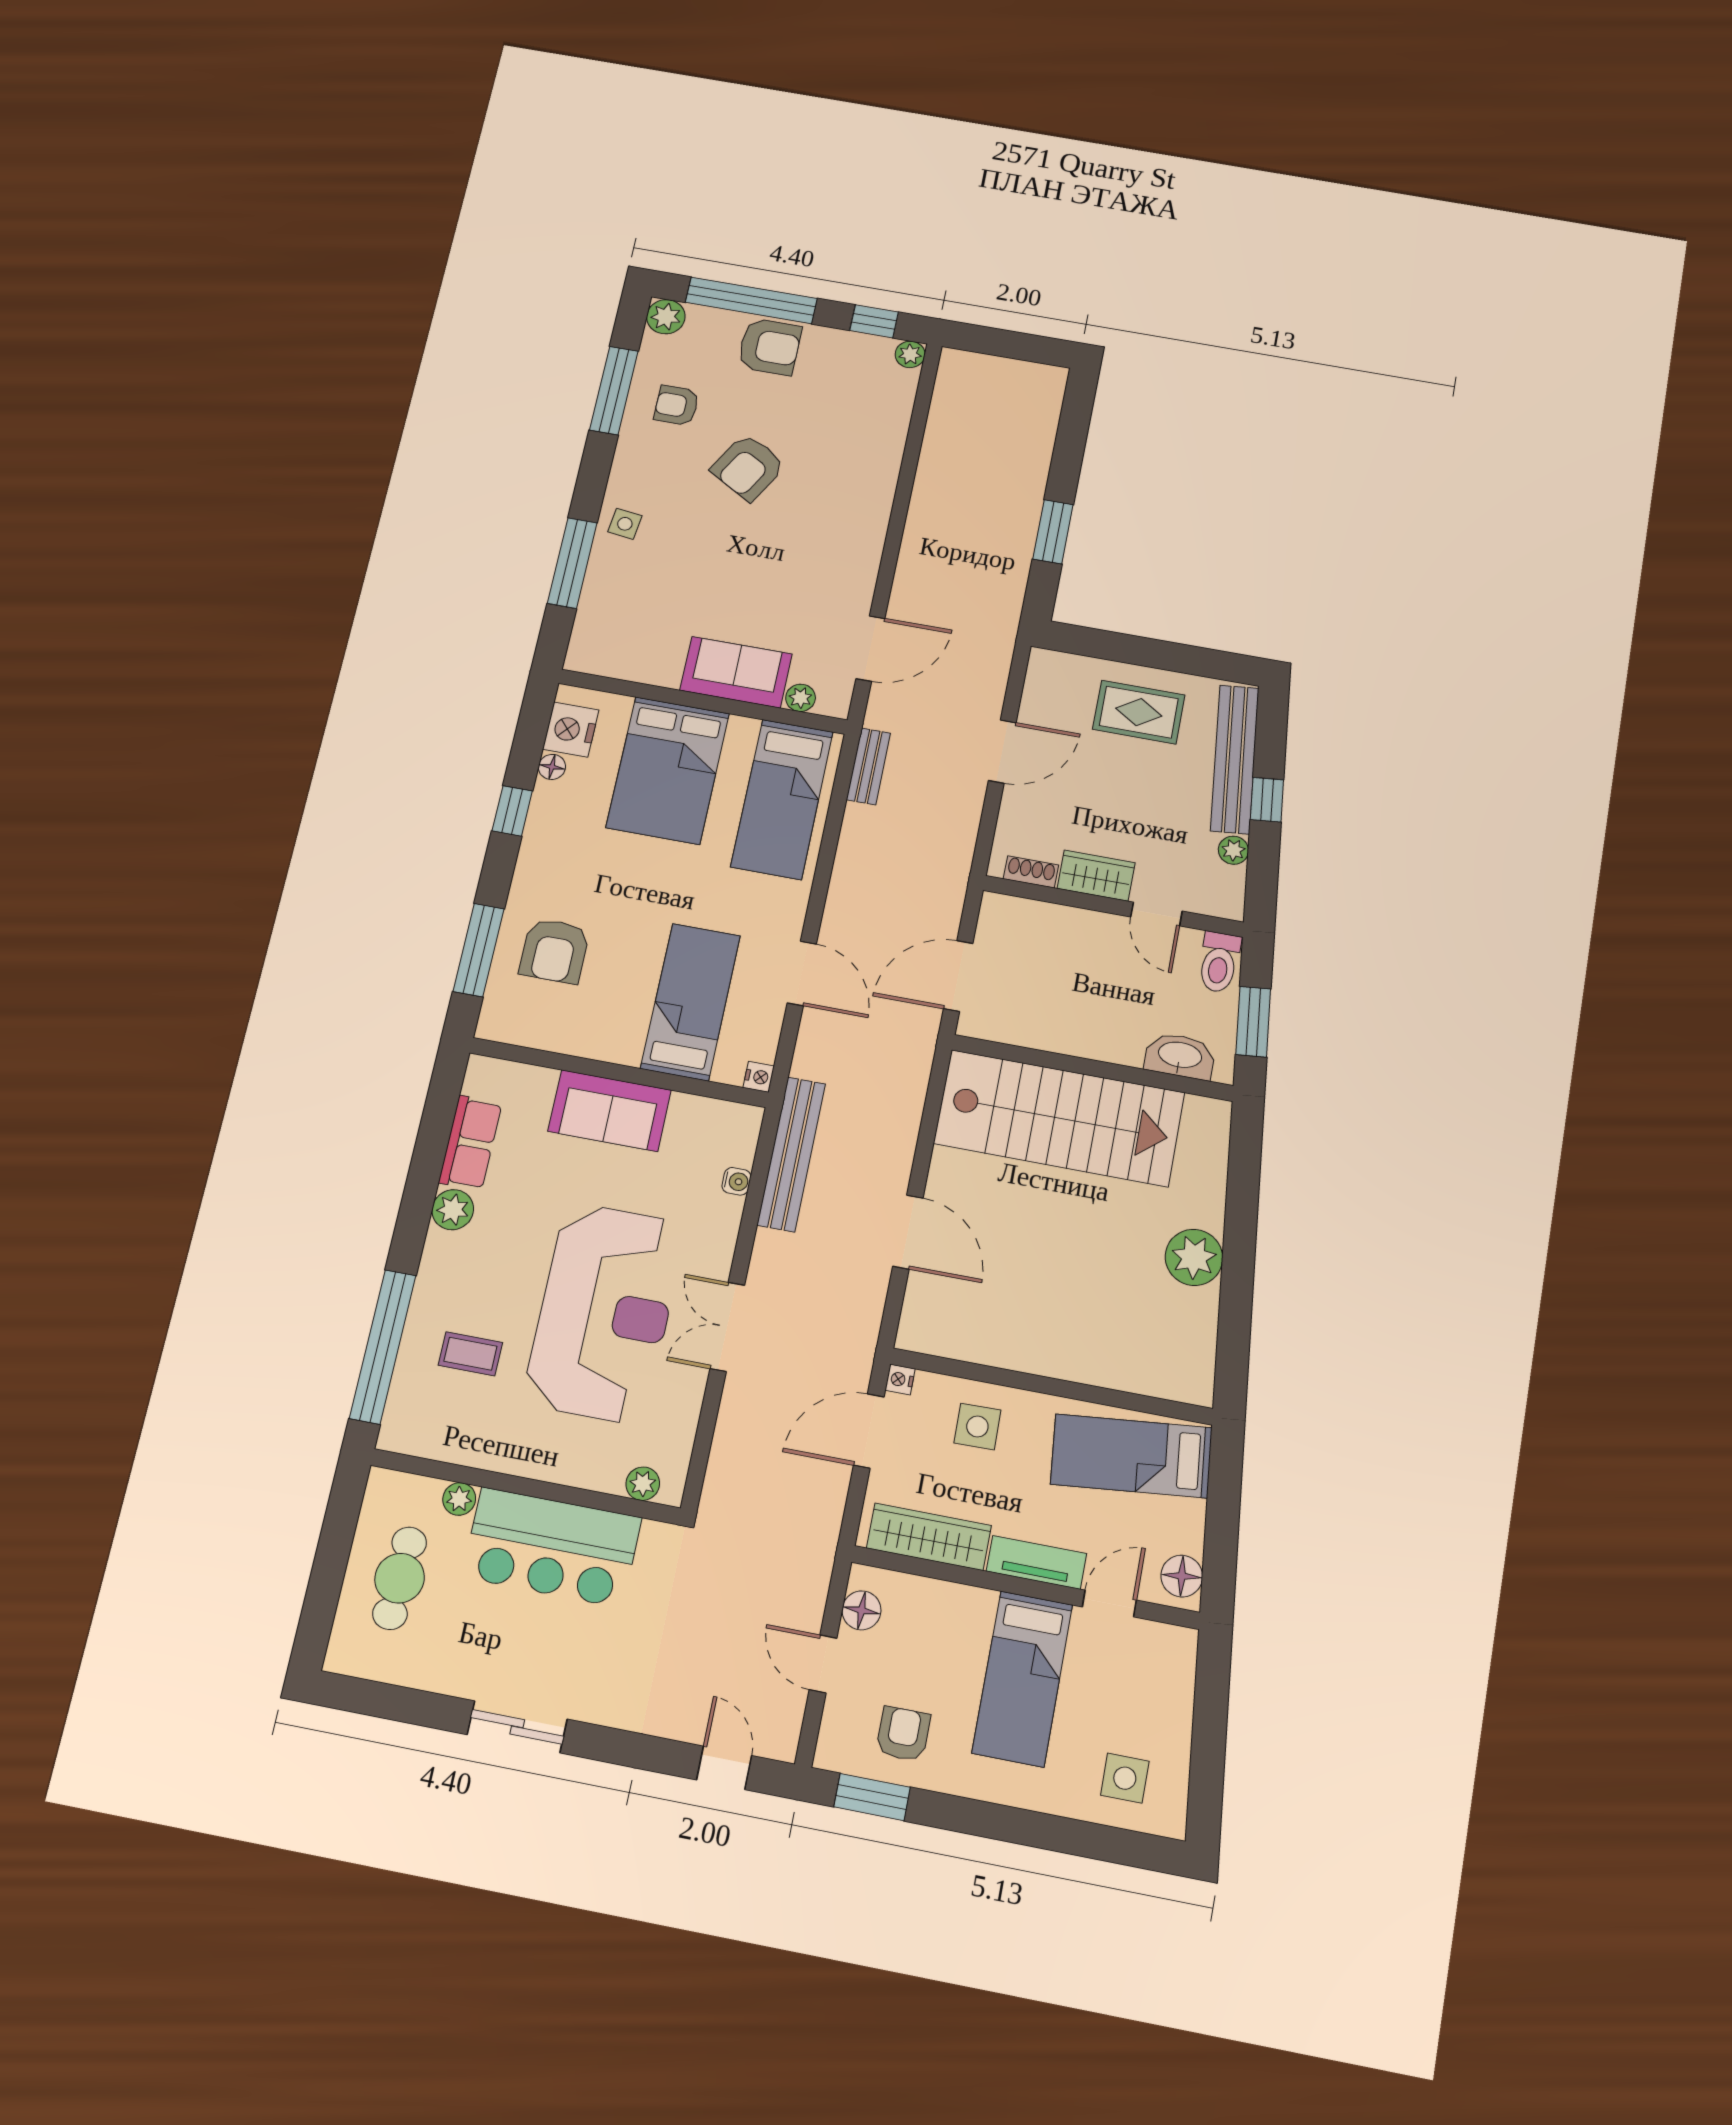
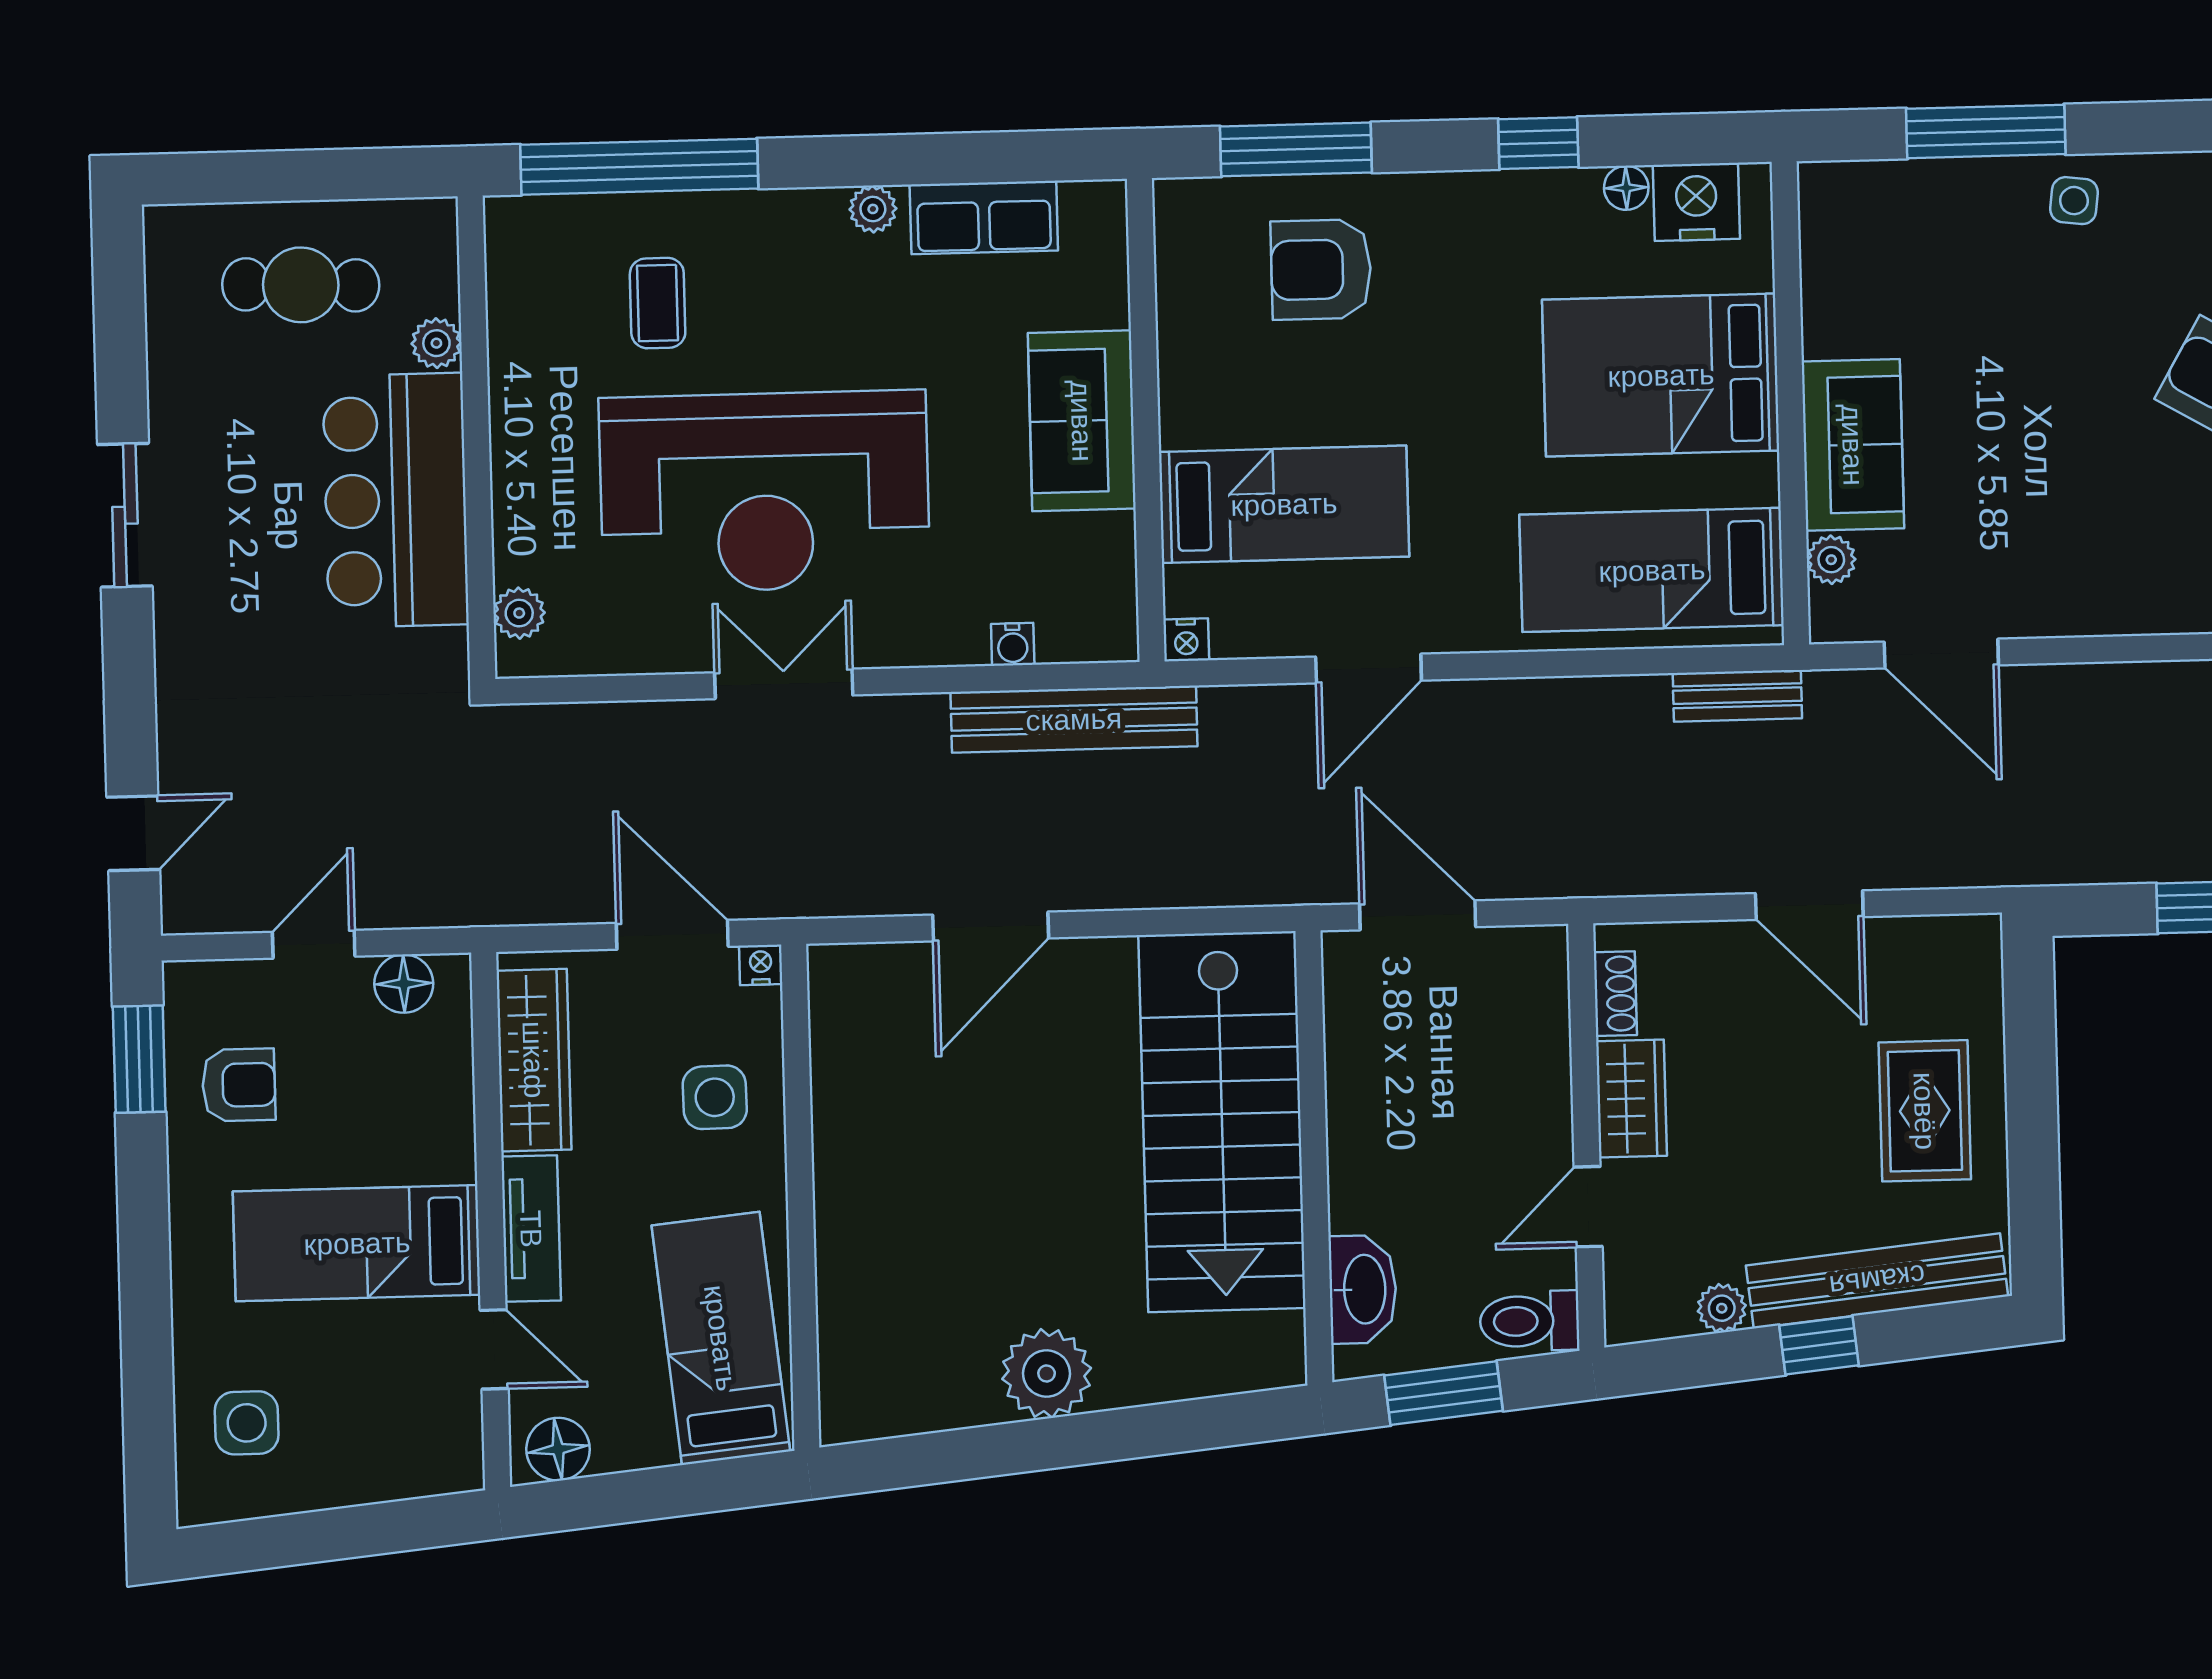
plant: (453, 1210) -> (873, 209), width x0.73, depth x0.73

